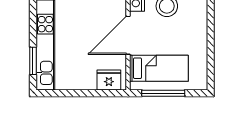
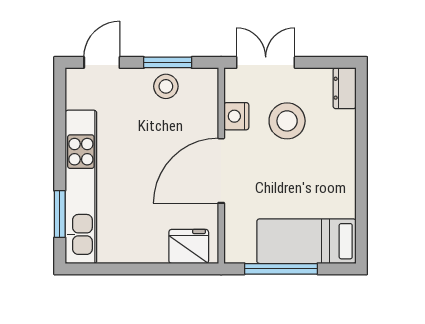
bed: (159, 68) -> (306, 241), moved, turned 180

